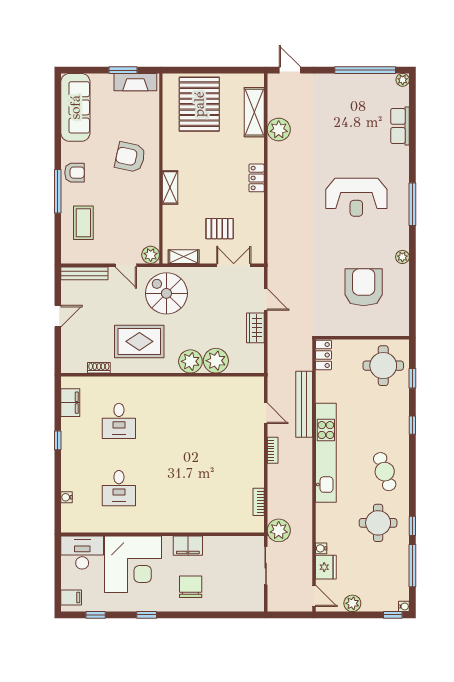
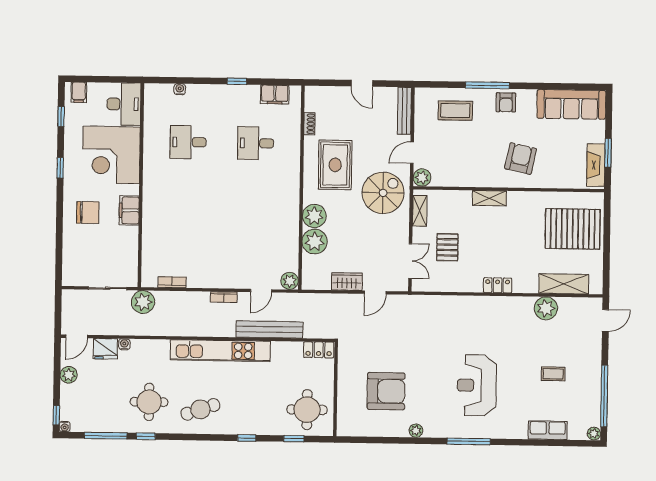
coffee table: (344, 121) -> (553, 374), added
plant: (255, 385) -> (290, 281), added

